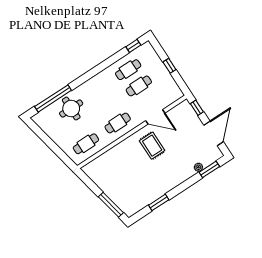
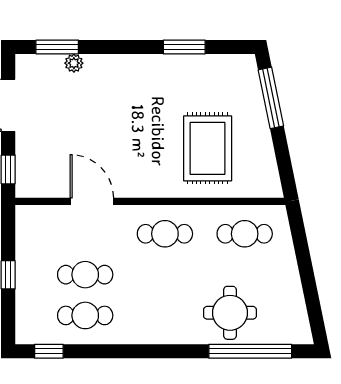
rug: (152, 146) -> (208, 148), moved, width x1.36, depth x1.43

